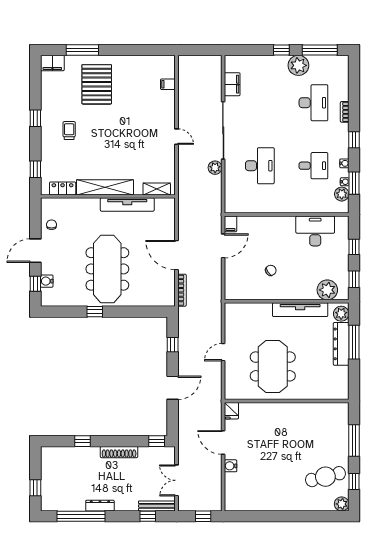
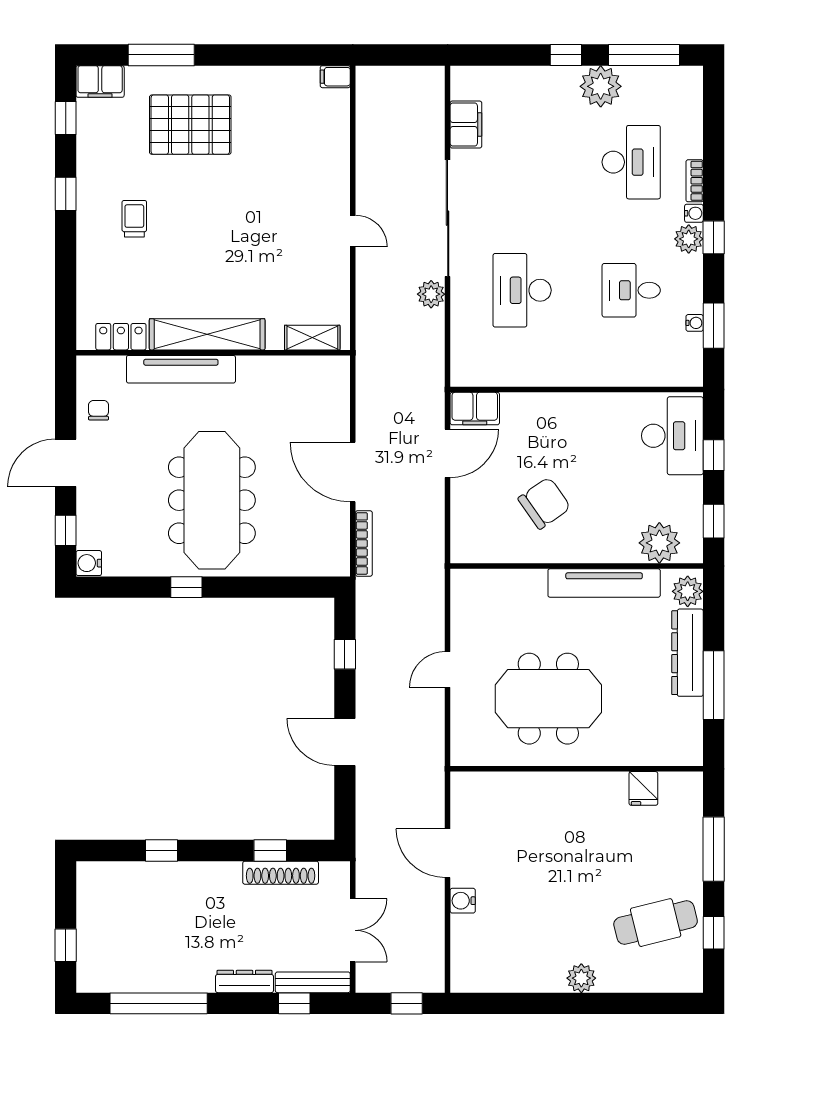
pallet: (97, 84) -> (190, 125), turned 90
filing cabinet: (168, 84) -> (335, 77), moved
water cooler: (344, 163) -> (694, 213), moved
desk: (260, 166) -> (522, 290), turned 180
desk: (313, 166) -> (631, 290), turned 180
window: (35, 169) -> (66, 118), moved
plant: (342, 194) -> (689, 239), moved
tv unit: (127, 205) -> (181, 369), moved
filing cabinet: (230, 224) -> (475, 409), width x2.00
desk: (315, 231) -> (672, 436), moved, turned 90
chair: (271, 270) -> (544, 503), width x1.87, depth x1.87
water cooler: (47, 281) -> (89, 563), moved
window: (354, 342) -> (714, 685), moved
meeting table: (273, 366) -> (548, 699), turned 90
door: (173, 388) -> (345, 742), swing flipped
fridge: (231, 411) -> (643, 788), moved
window: (157, 441) -> (270, 851), moved
shoe rack: (119, 452) -> (281, 873), moved
double door: (177, 480) -> (353, 930), swing flipped
plant: (342, 504) -> (581, 978), moved
dresser: (100, 506) -> (244, 981), moved

